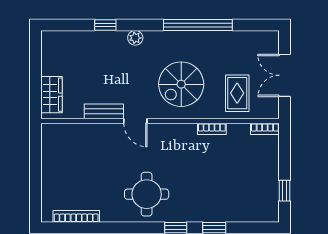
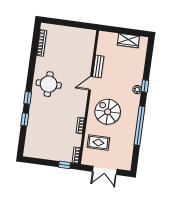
window: (105, 25) -> (145, 86), moved
double door: (285, 75) -> (105, 170), swing flipped
wardrobe: (51, 95) -> (128, 41), moved
window: (285, 191) -> (65, 165), moved

